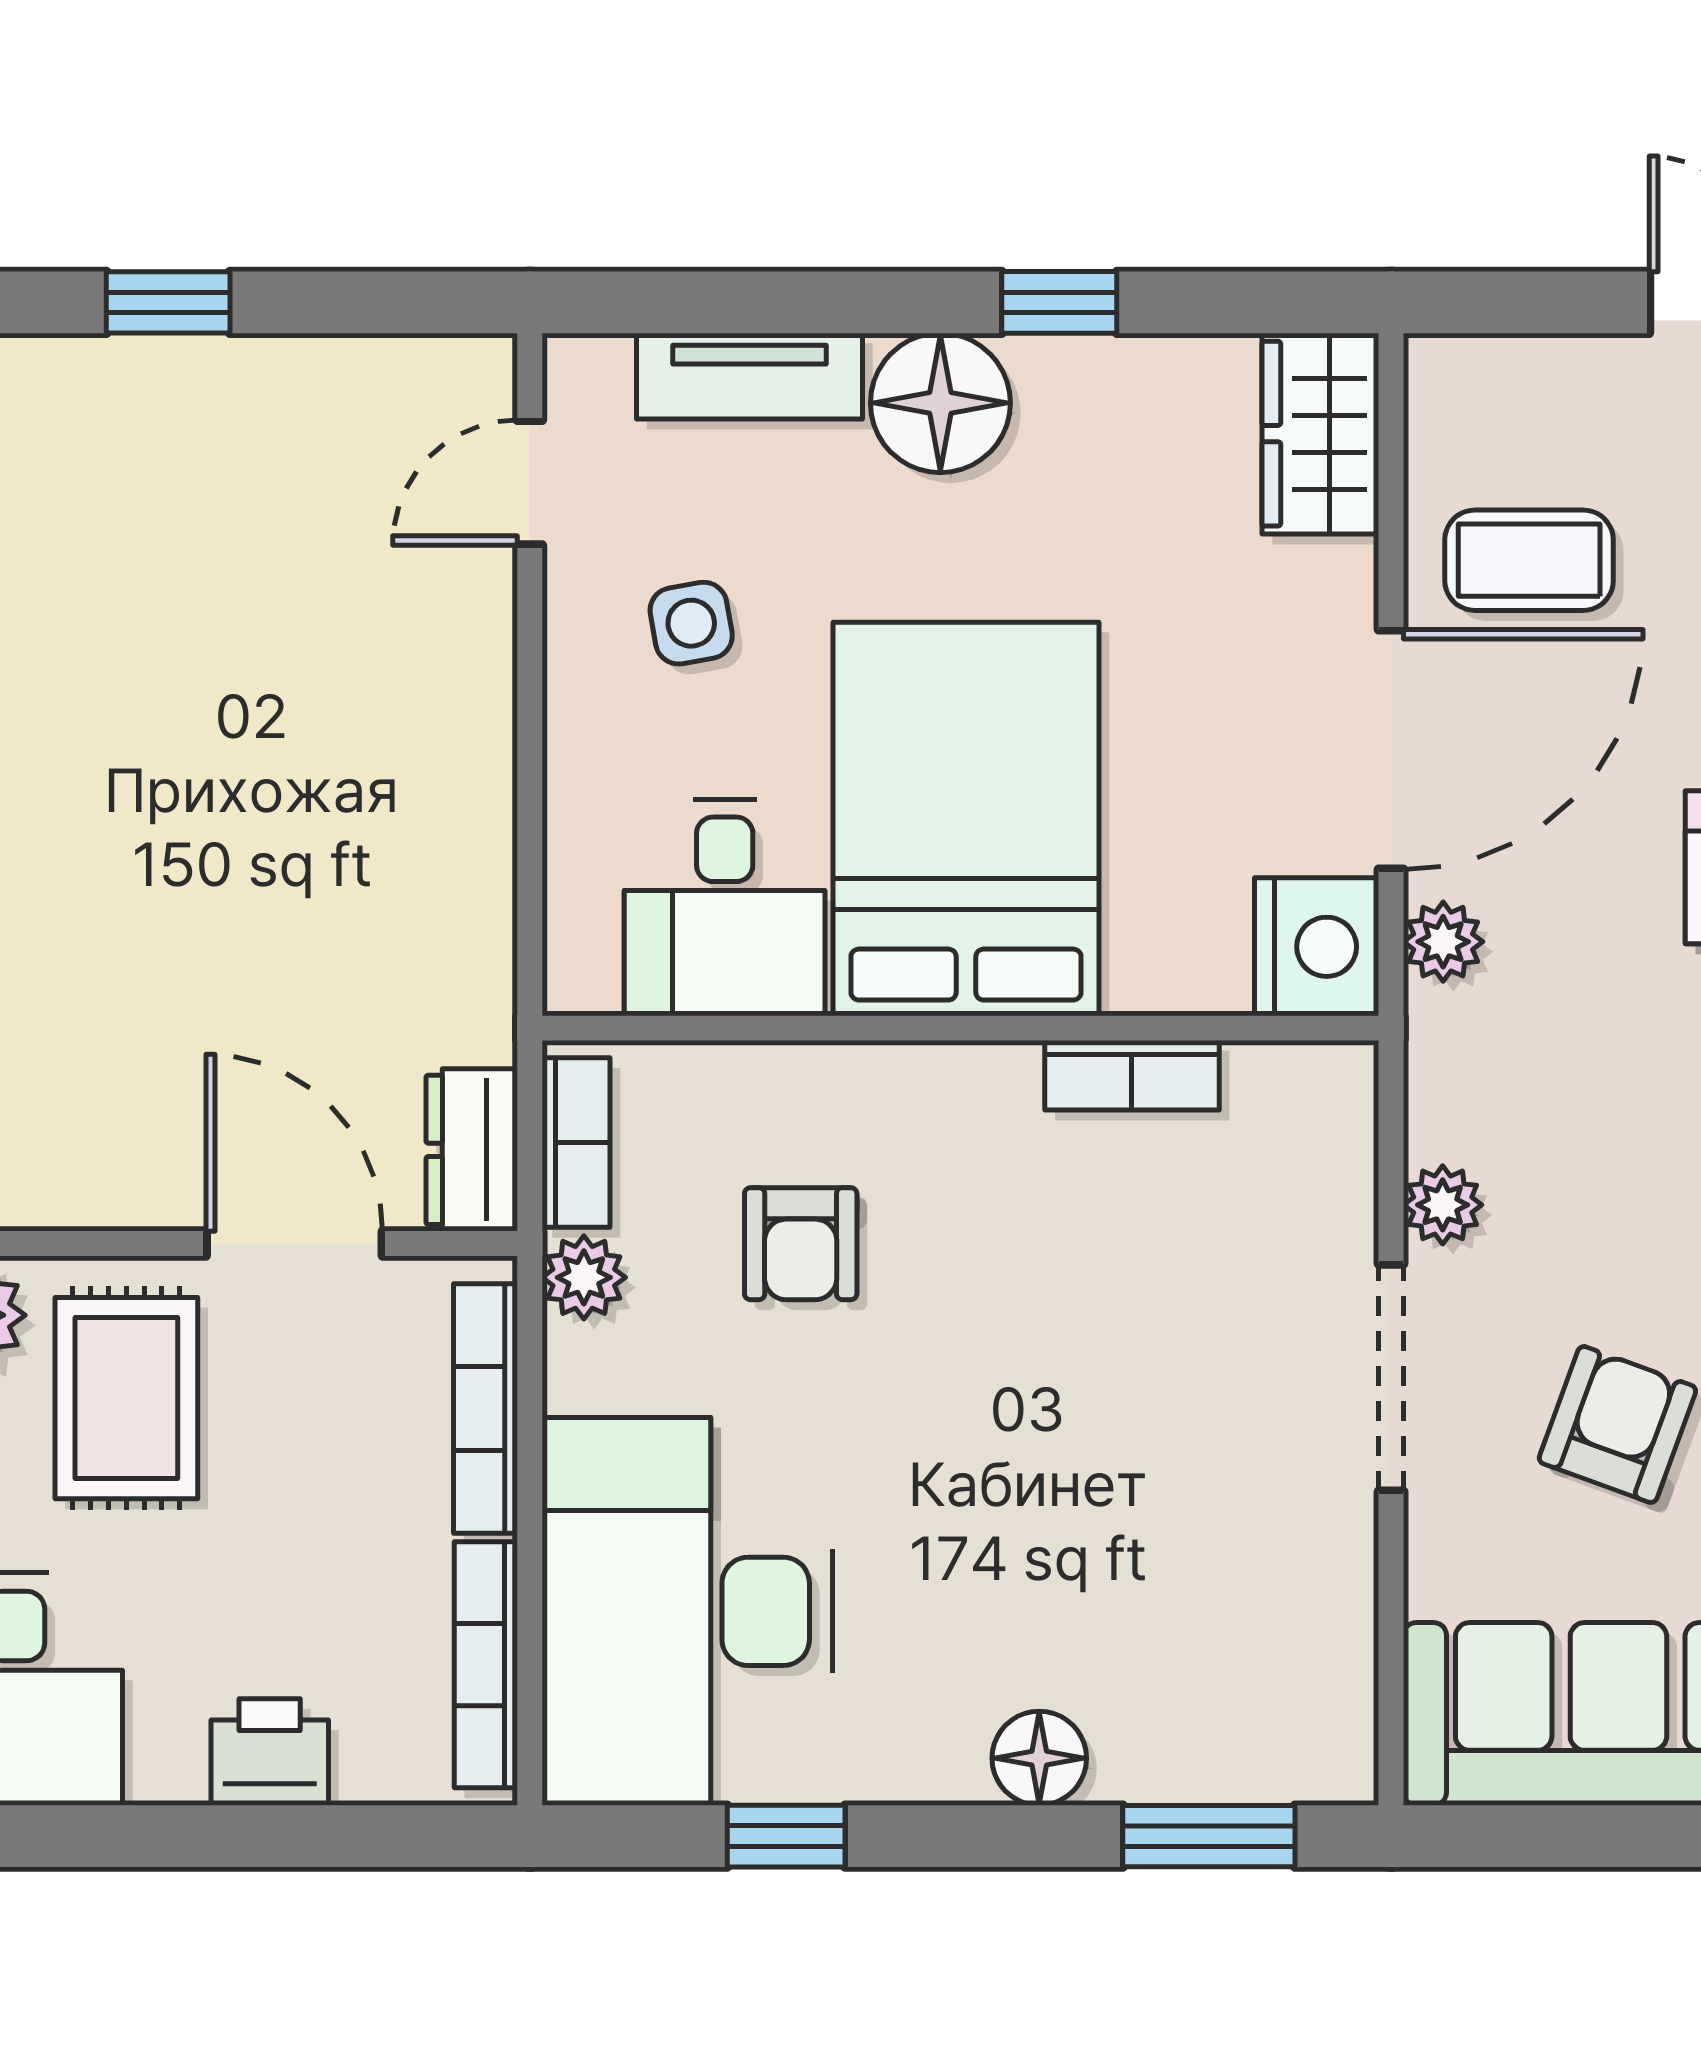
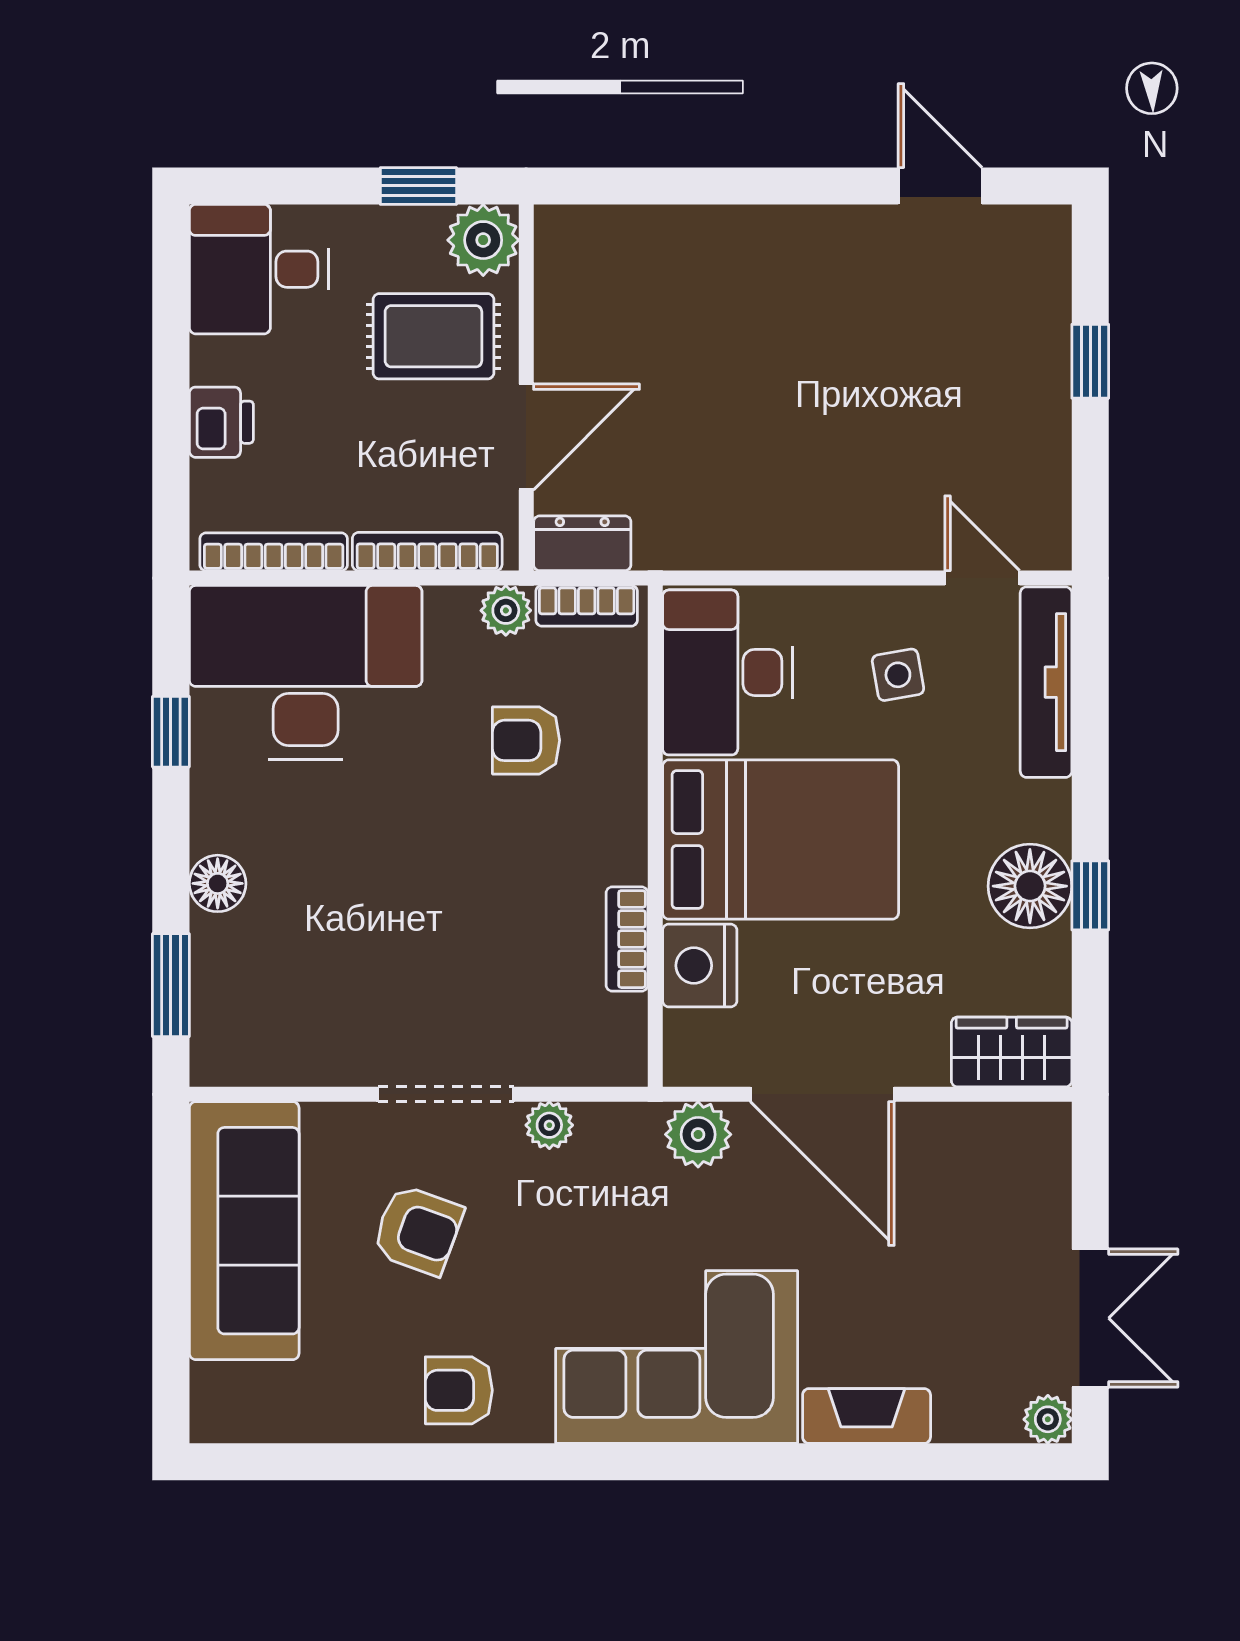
tv unit: (750, 376) -> (1046, 682), width x1.41
floor lamp: (940, 403) -> (1030, 886), moved
coffee table: (1529, 560) -> (936, 1177), removed
desk: (725, 908) -> (727, 672), width x1.37
plant: (1443, 942) -> (698, 1134), width x1.38, depth x1.38
nightstand: (1317, 947) -> (700, 966), moved, turned 90

